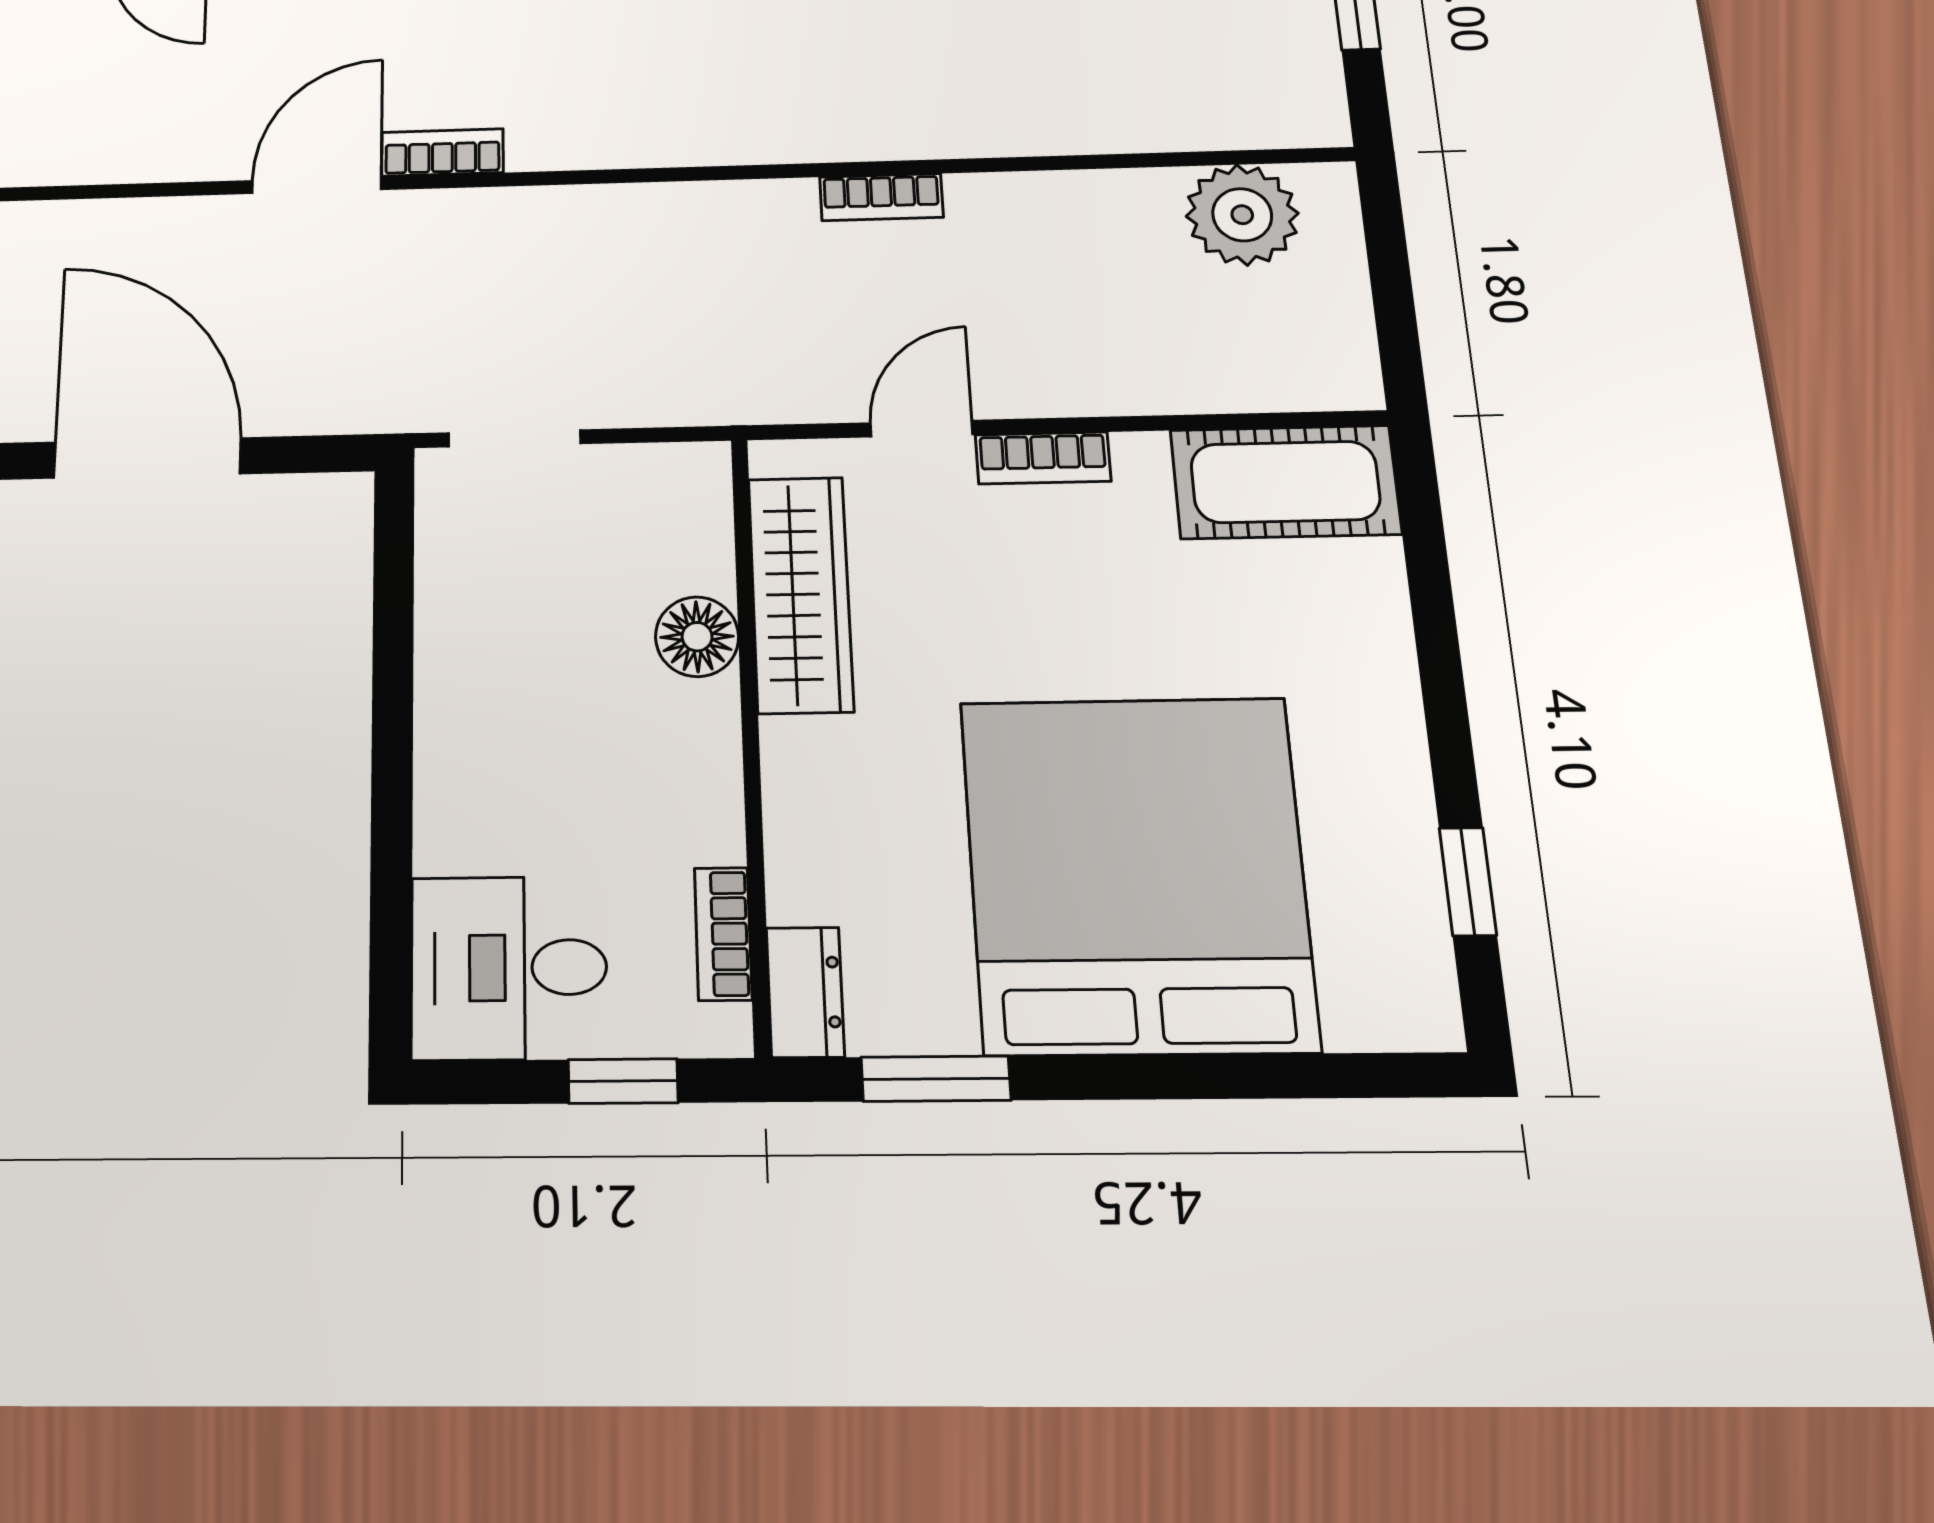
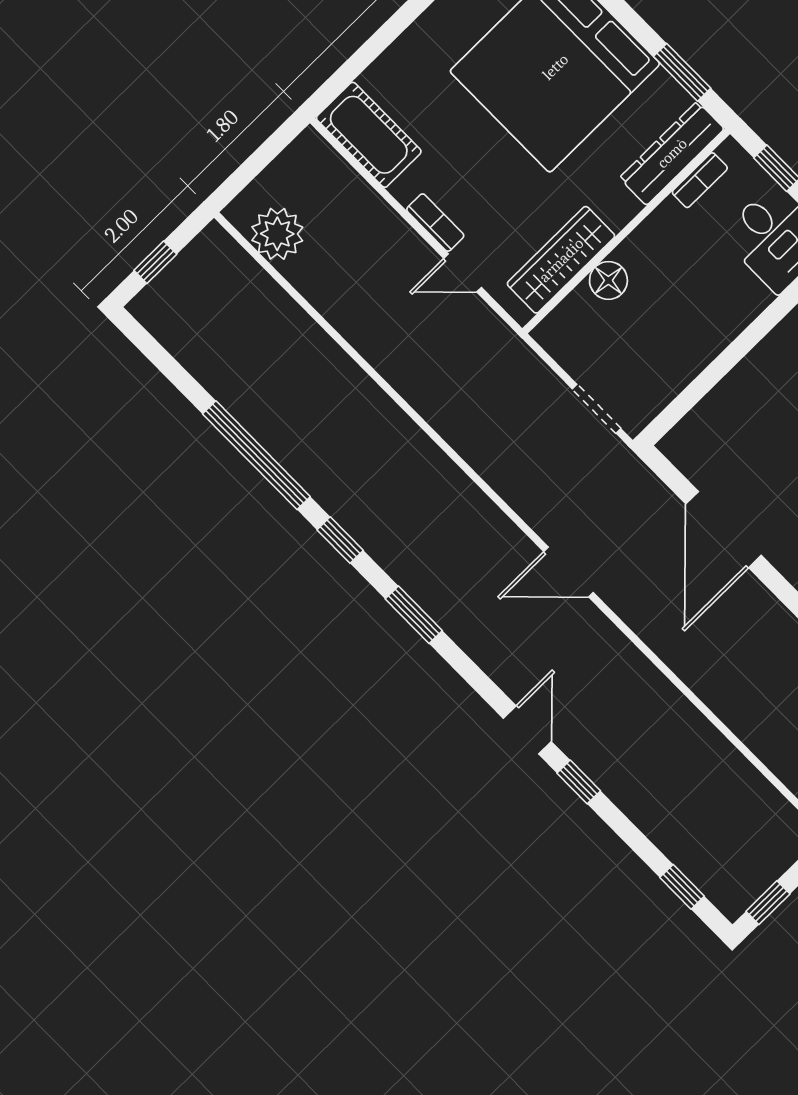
bookcase: (442, 152) -> (514, 539), removed
bookcase: (881, 197) -> (386, 365), removed
dresser: (805, 992) -> (672, 153), width x1.96, depth x1.24

